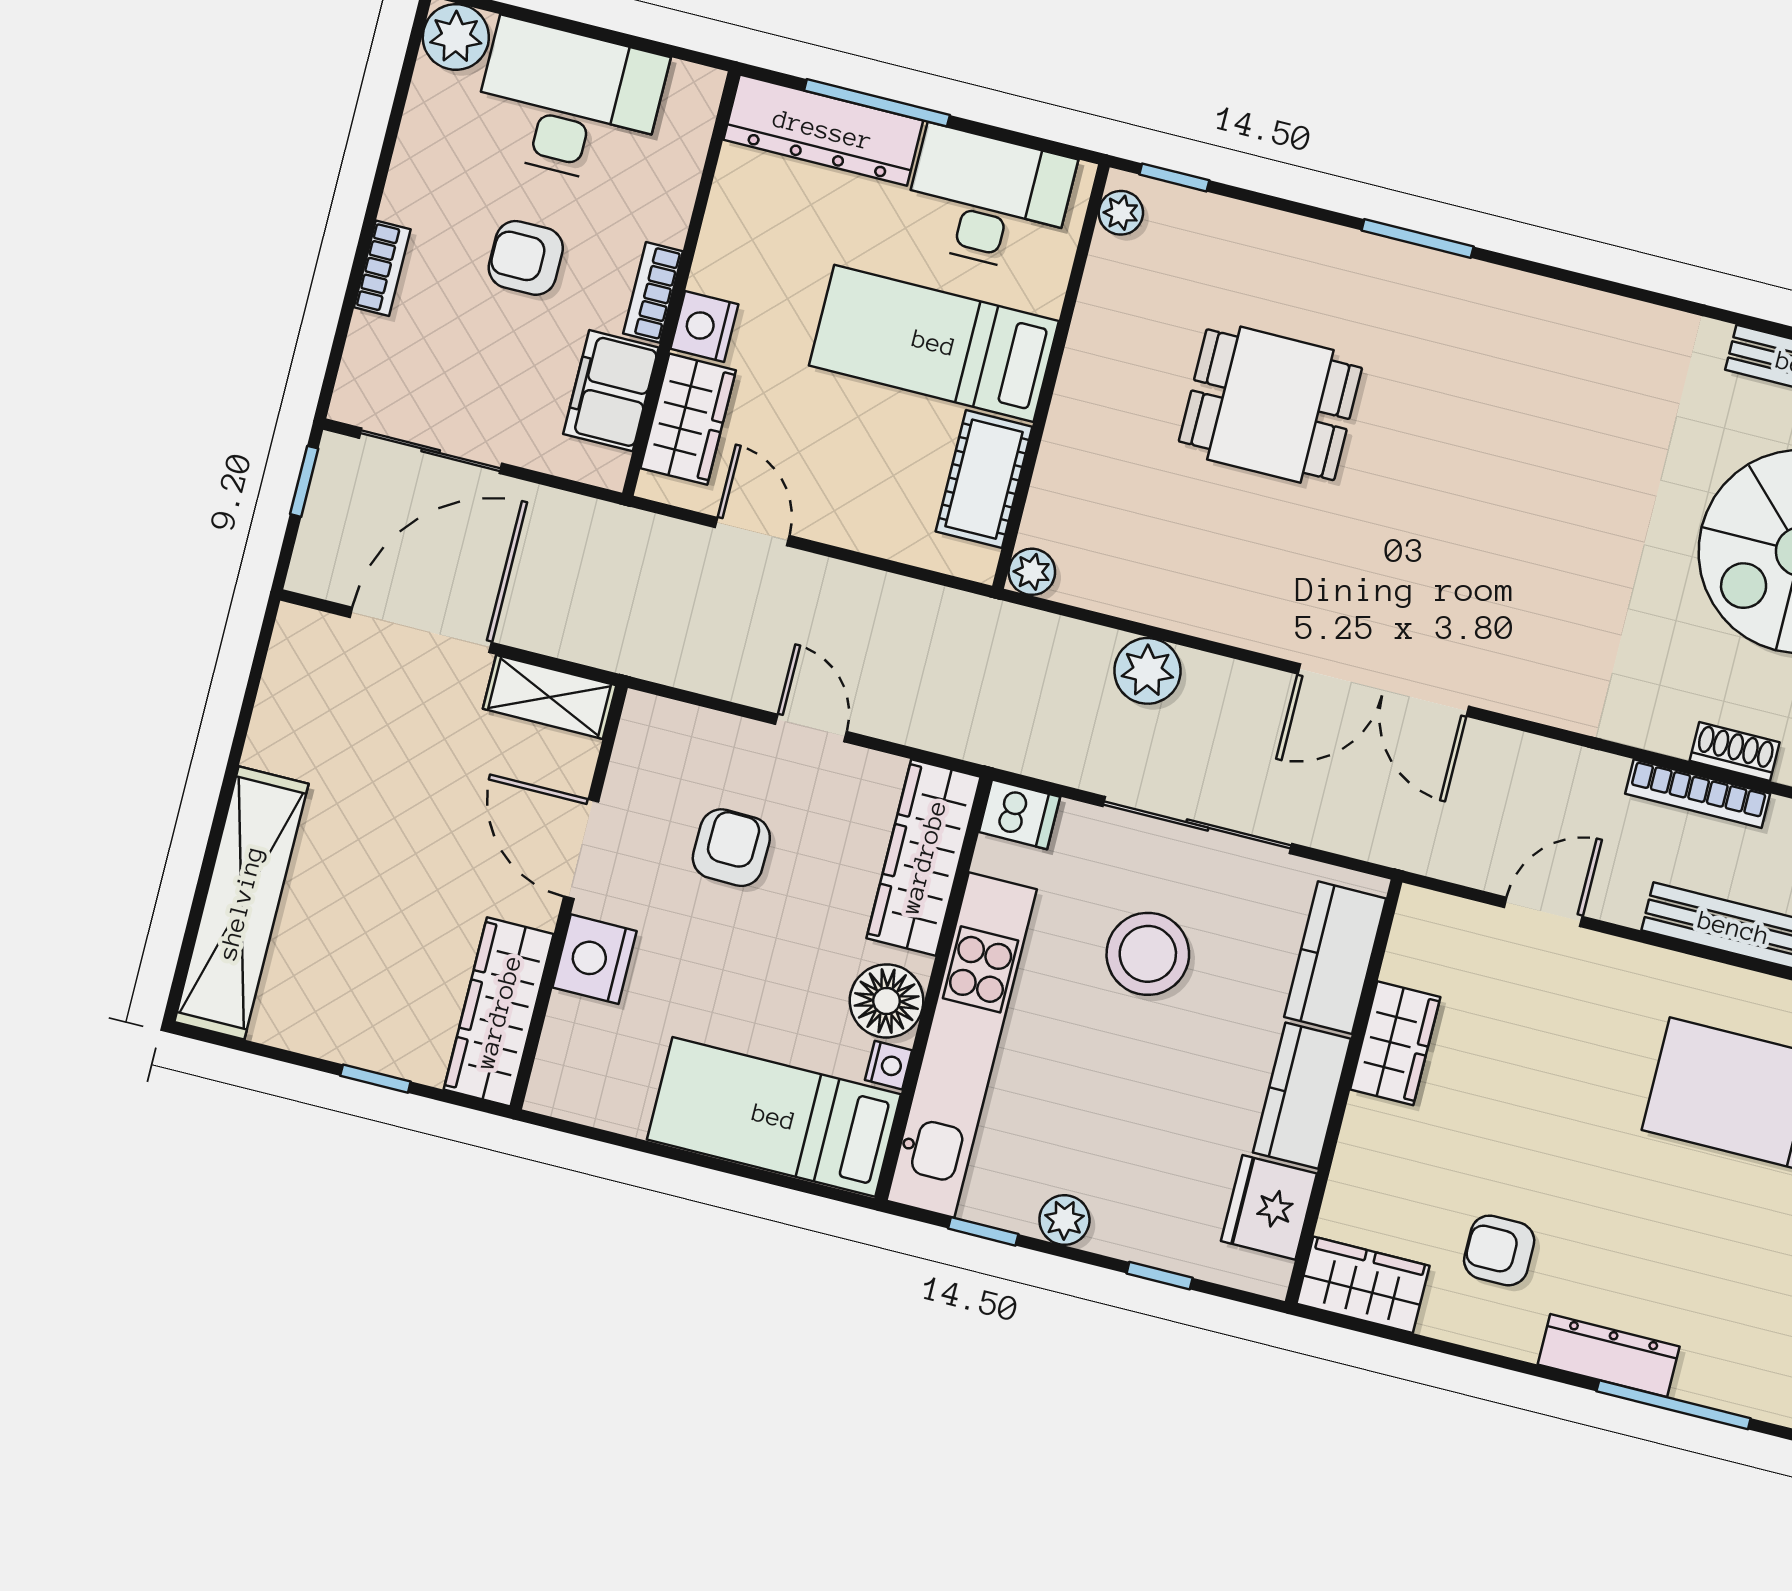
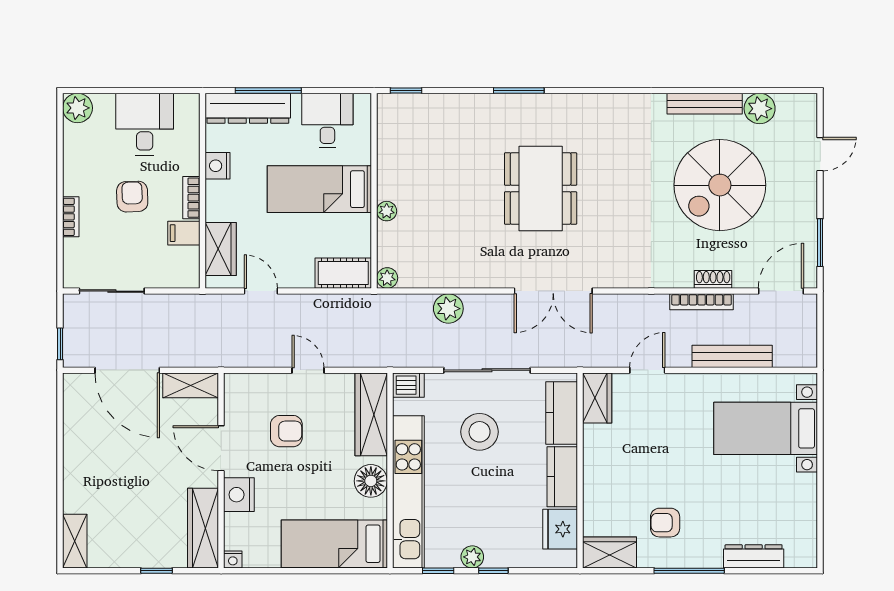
desk: (569, 103) -> (145, 124), width x0.73
desk: (988, 200) -> (327, 121), width x0.73
plant: (1121, 213) -> (387, 211), moved
armchair: (526, 258) -> (132, 197), turned 88
nightstand: (704, 327) -> (218, 166), moved
filing cabinet: (611, 391) -> (184, 233), width x0.50
dining table: (1270, 405) -> (541, 188), moved, width x1.37
cot: (984, 479) -> (343, 273), moved, turned 90
window: (304, 481) -> (60, 344), moved
door: (421, 630) -> (127, 370), swing flipped
armchair: (731, 848) -> (286, 431), turned 89
shelving: (241, 903) -> (75, 541), width x0.45, depth x0.75
wardrobe: (1395, 1043) -> (597, 398), moved
nightstand: (888, 1065) -> (233, 559), moved, turned 90
window: (1160, 1276) -> (493, 571), moved
dresser: (1609, 1355) -> (754, 556), moved
window: (1674, 1405) -> (689, 571), moved

